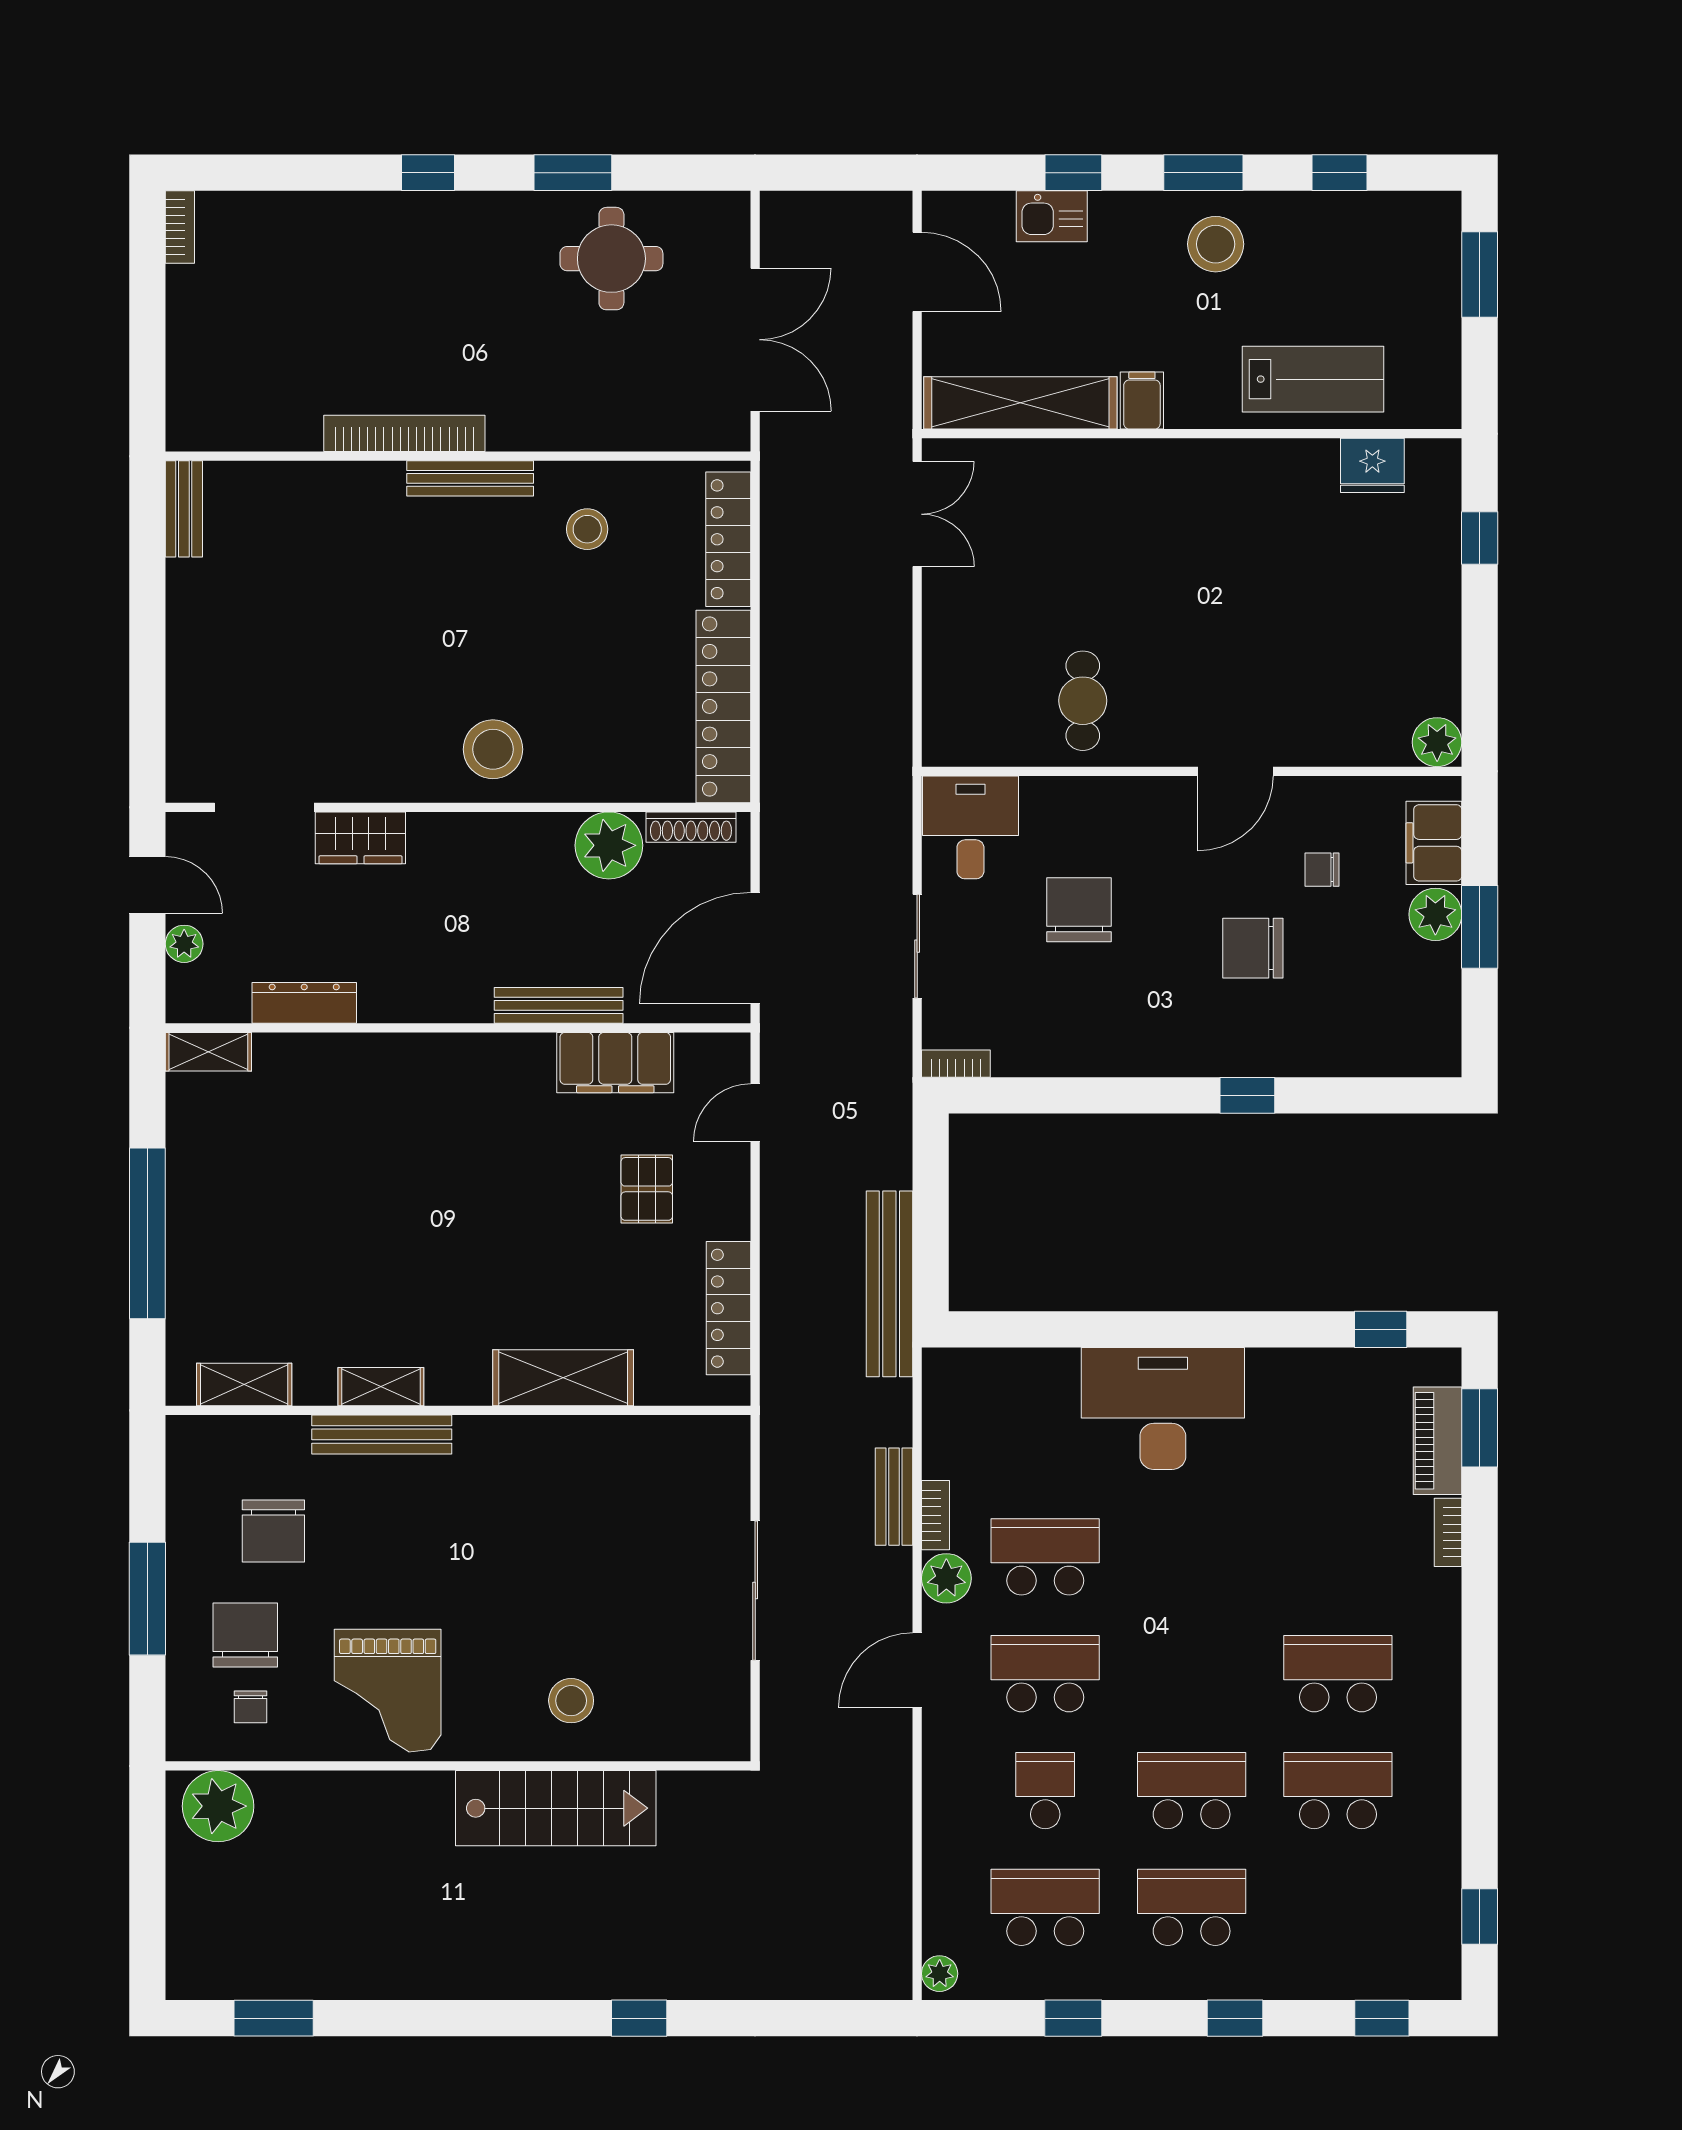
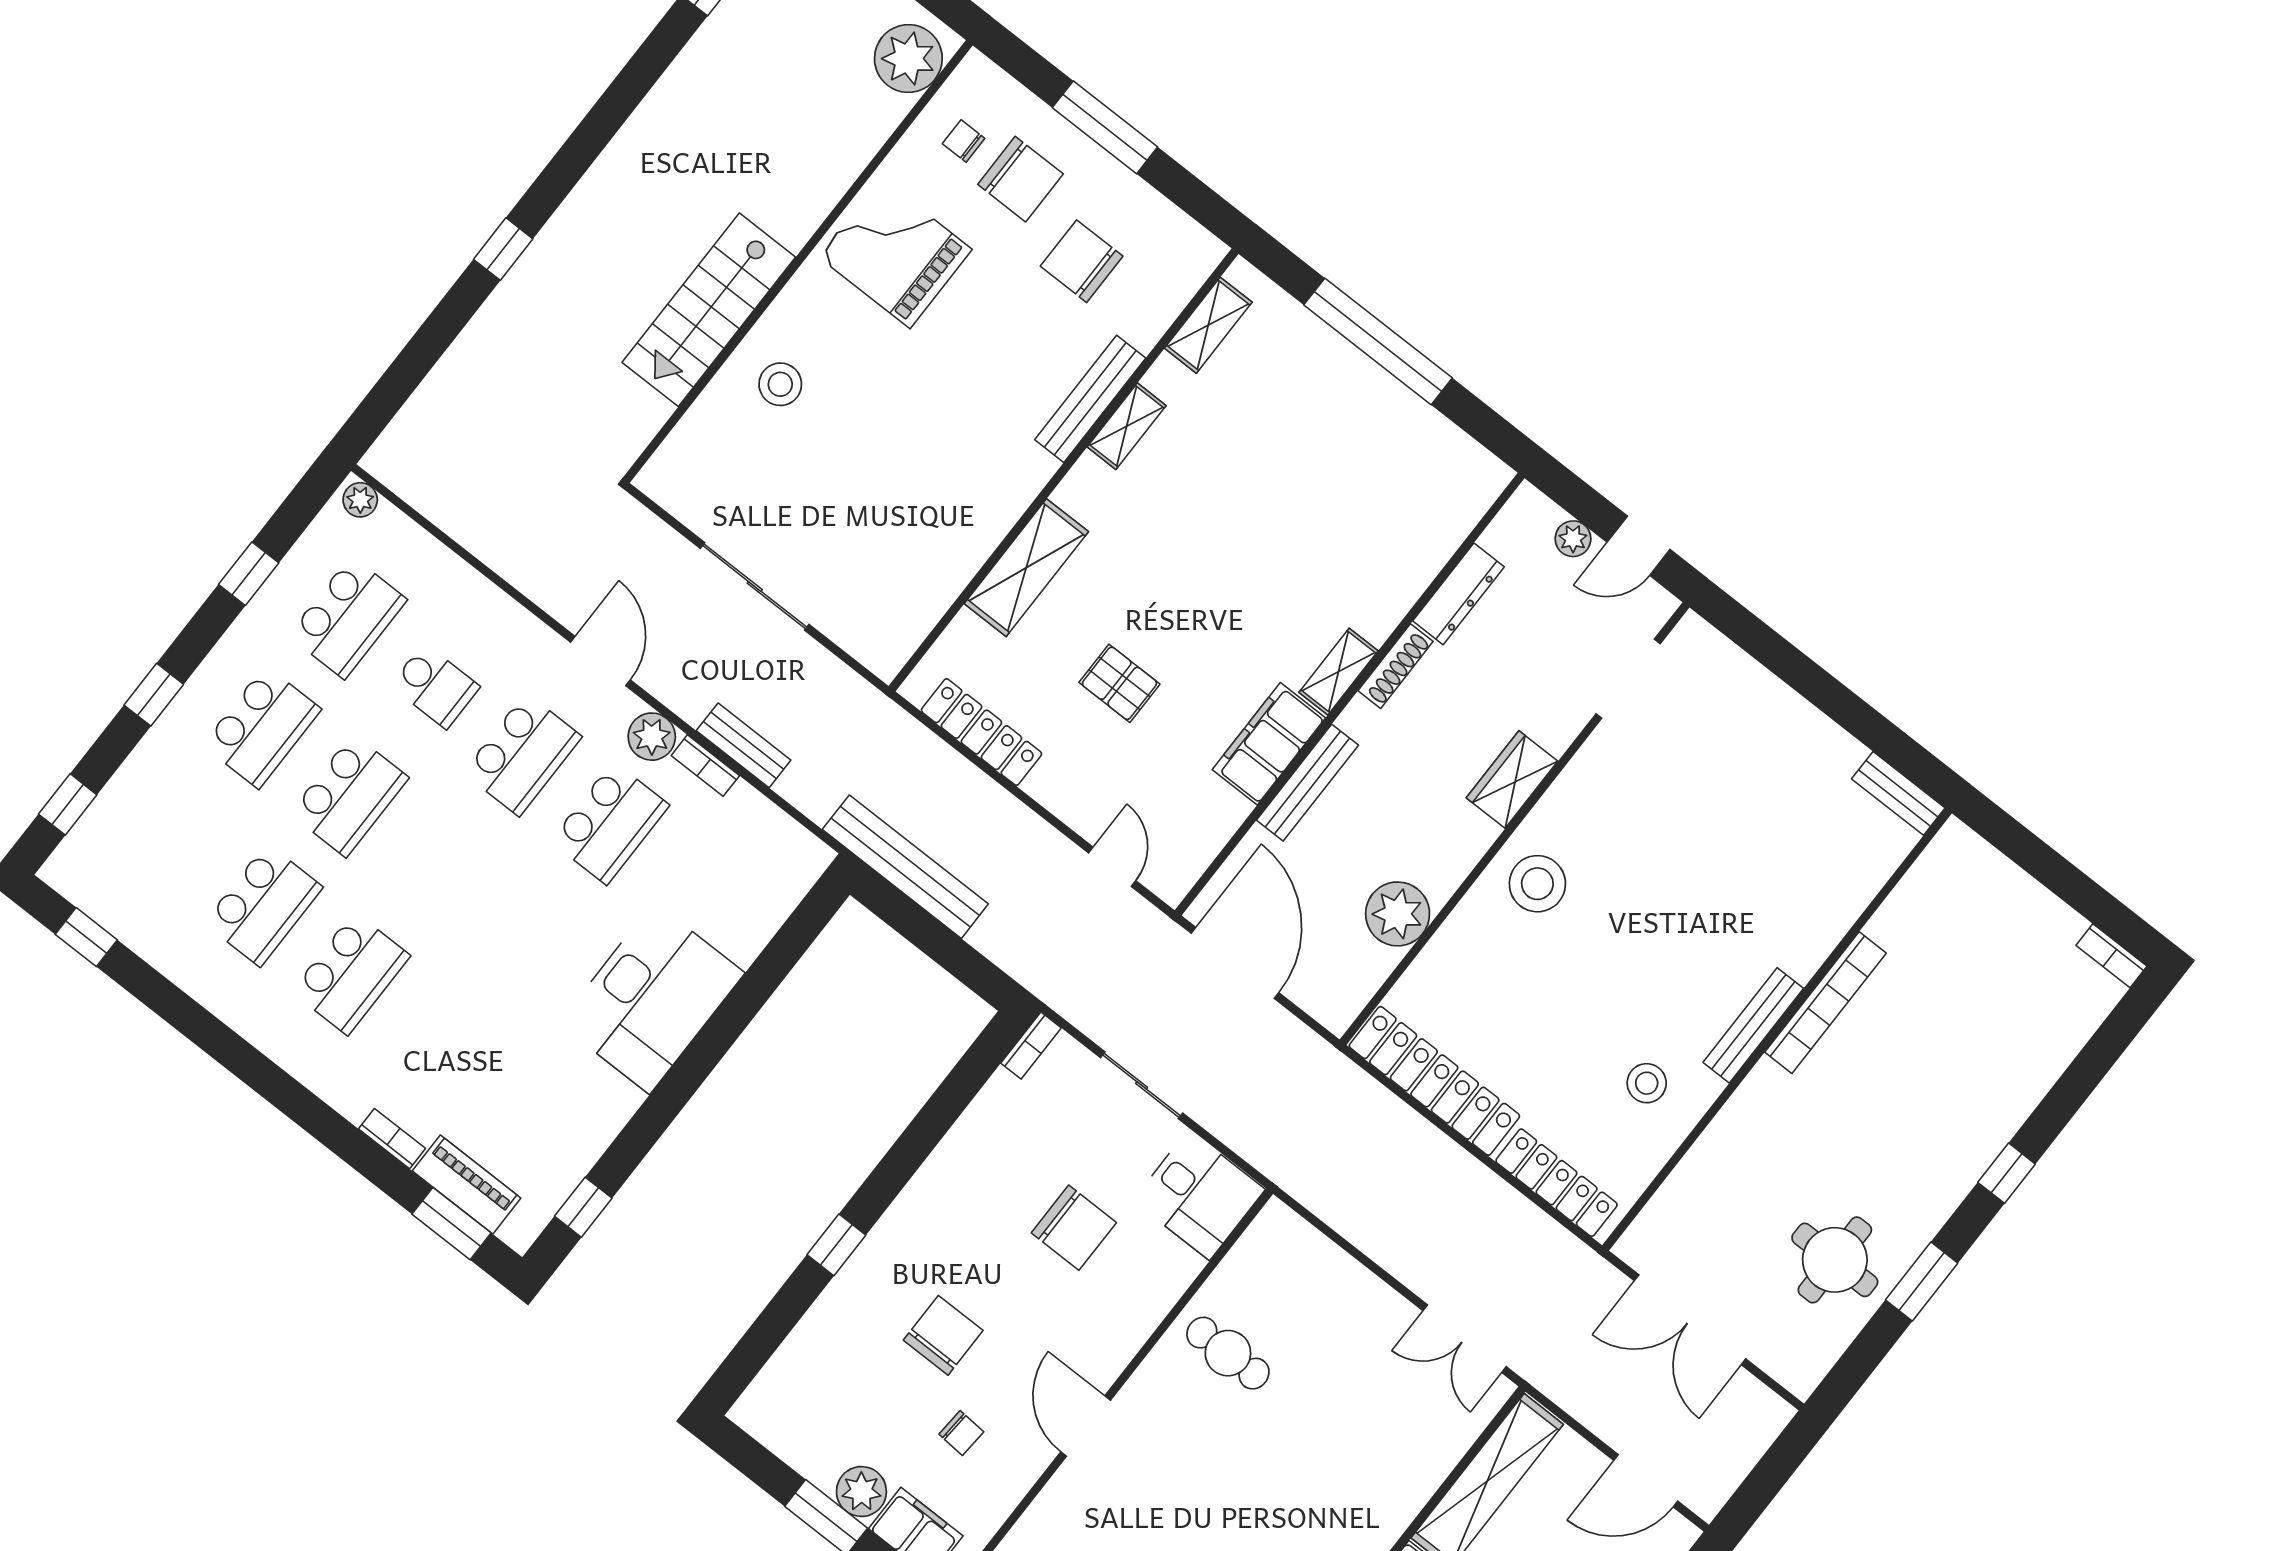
shoe rack: (691, 827) -> (1396, 666), moved, turned 180
wardrobe: (360, 838) -> (1512, 780), moved
chair: (1322, 870) -> (961, 1433), turned 94
shelving: (208, 1052) -> (1338, 672), moved
filing cabinet: (615, 1063) -> (1269, 744), moved
pallet: (647, 1189) -> (1119, 683), moved

